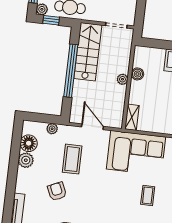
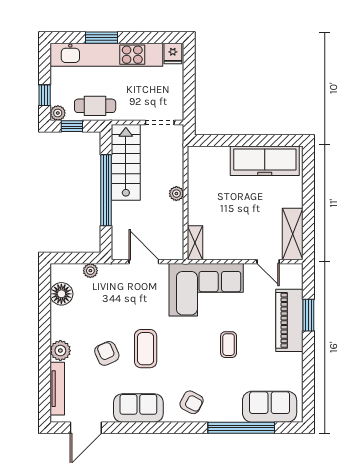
boiler: (137, 74) -> (196, 184), removed
coffee table: (72, 159) -> (146, 349), moved
plant: (26, 160) -> (60, 351), moved

